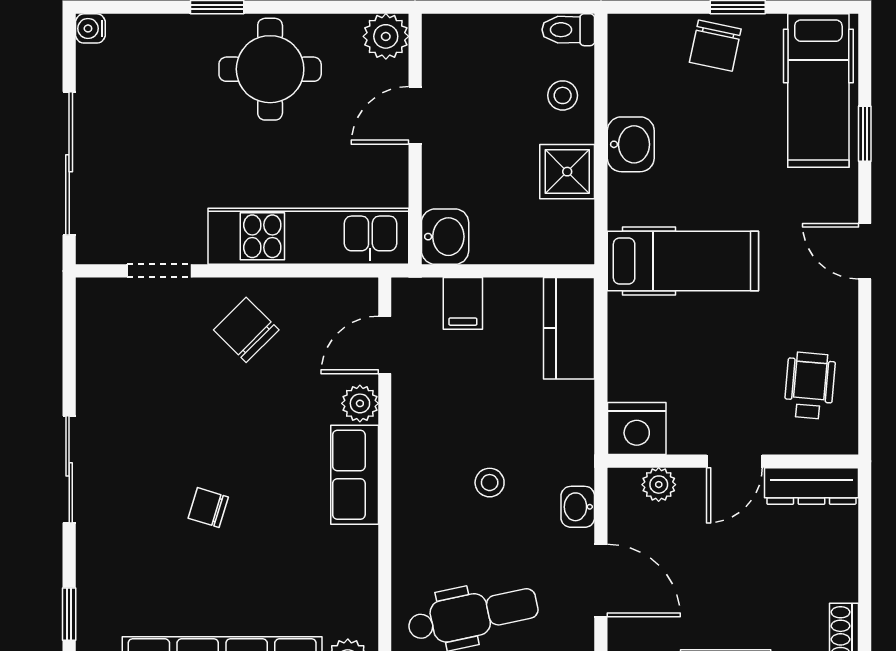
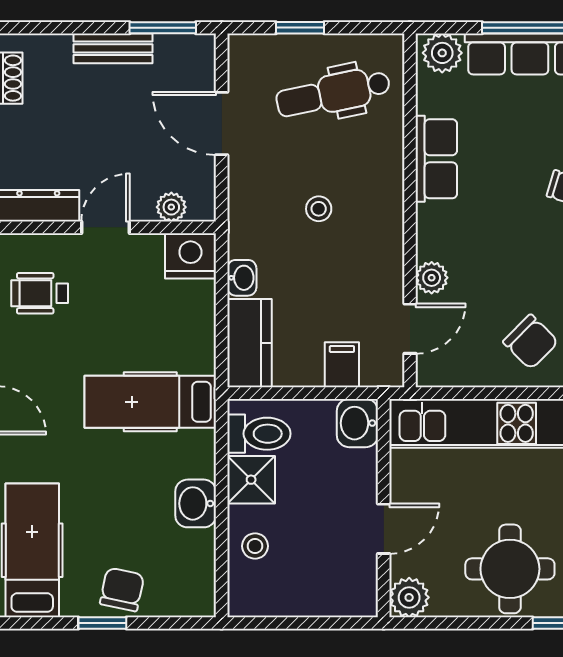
toilet: (568, 30) -> (259, 434), moved, width x1.37, depth x1.39
wheelchair: (810, 386) -> (40, 293), turned 85
row of seats: (355, 475) -> (436, 159), moved
washbasin: (578, 507) -> (242, 278), moved

